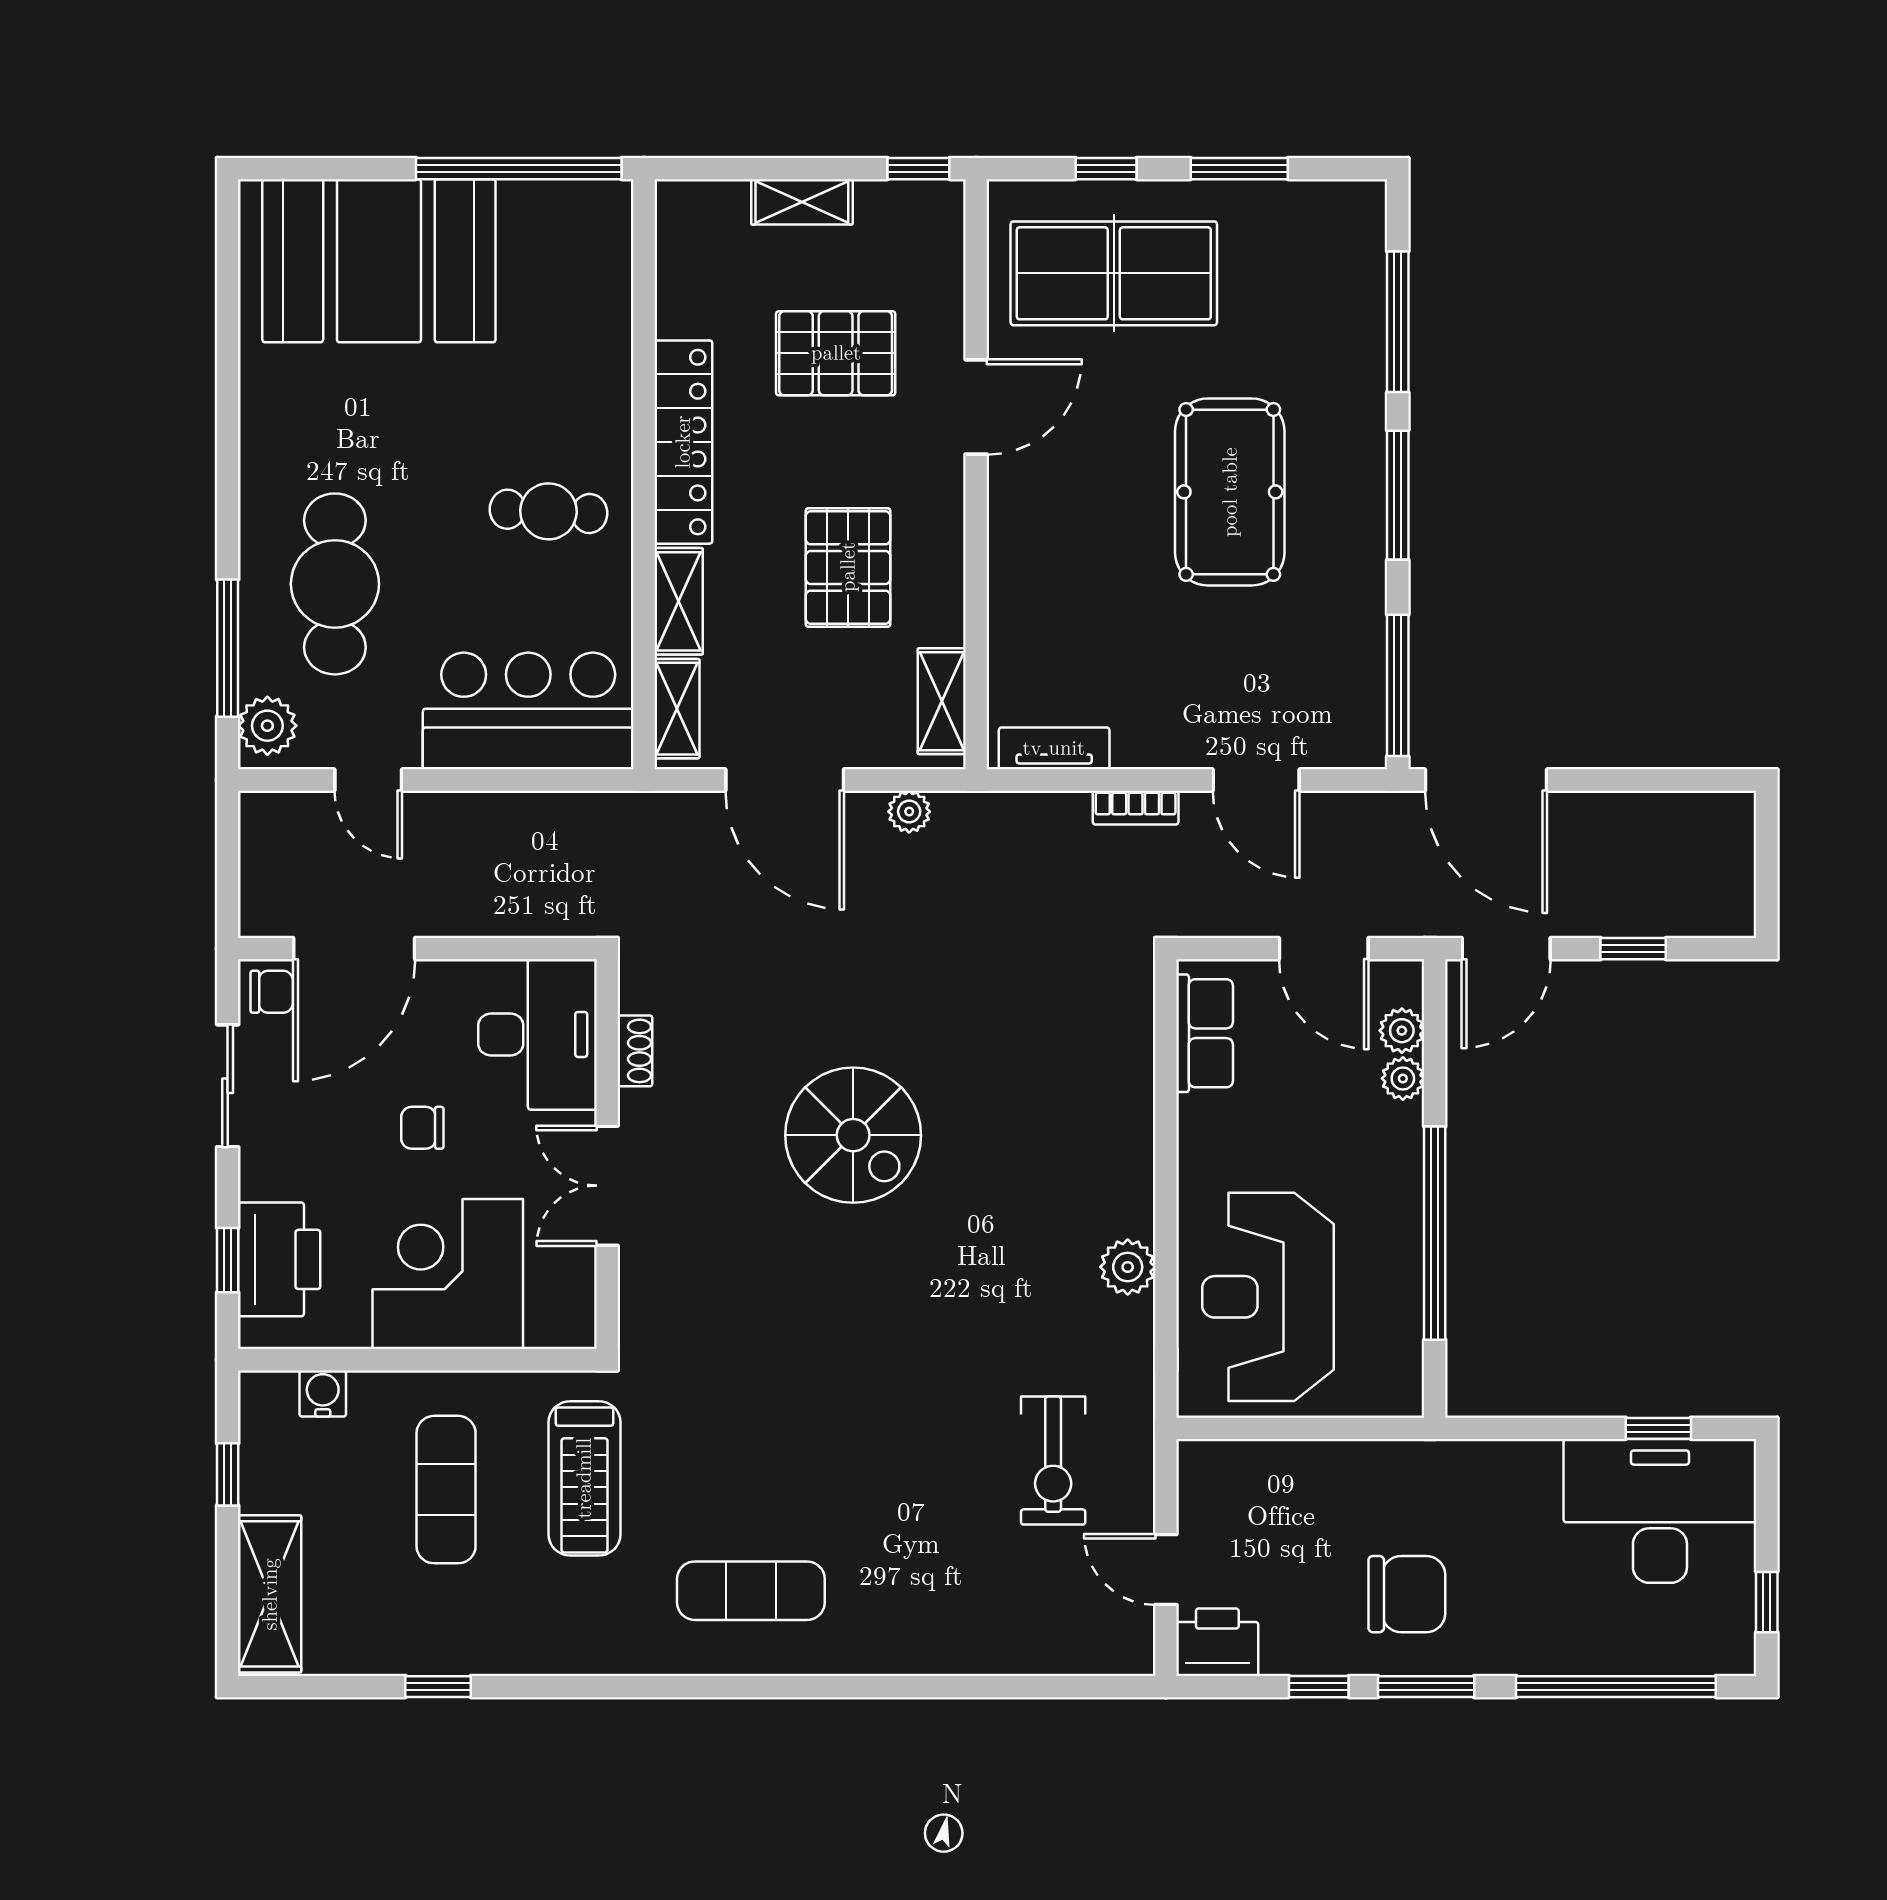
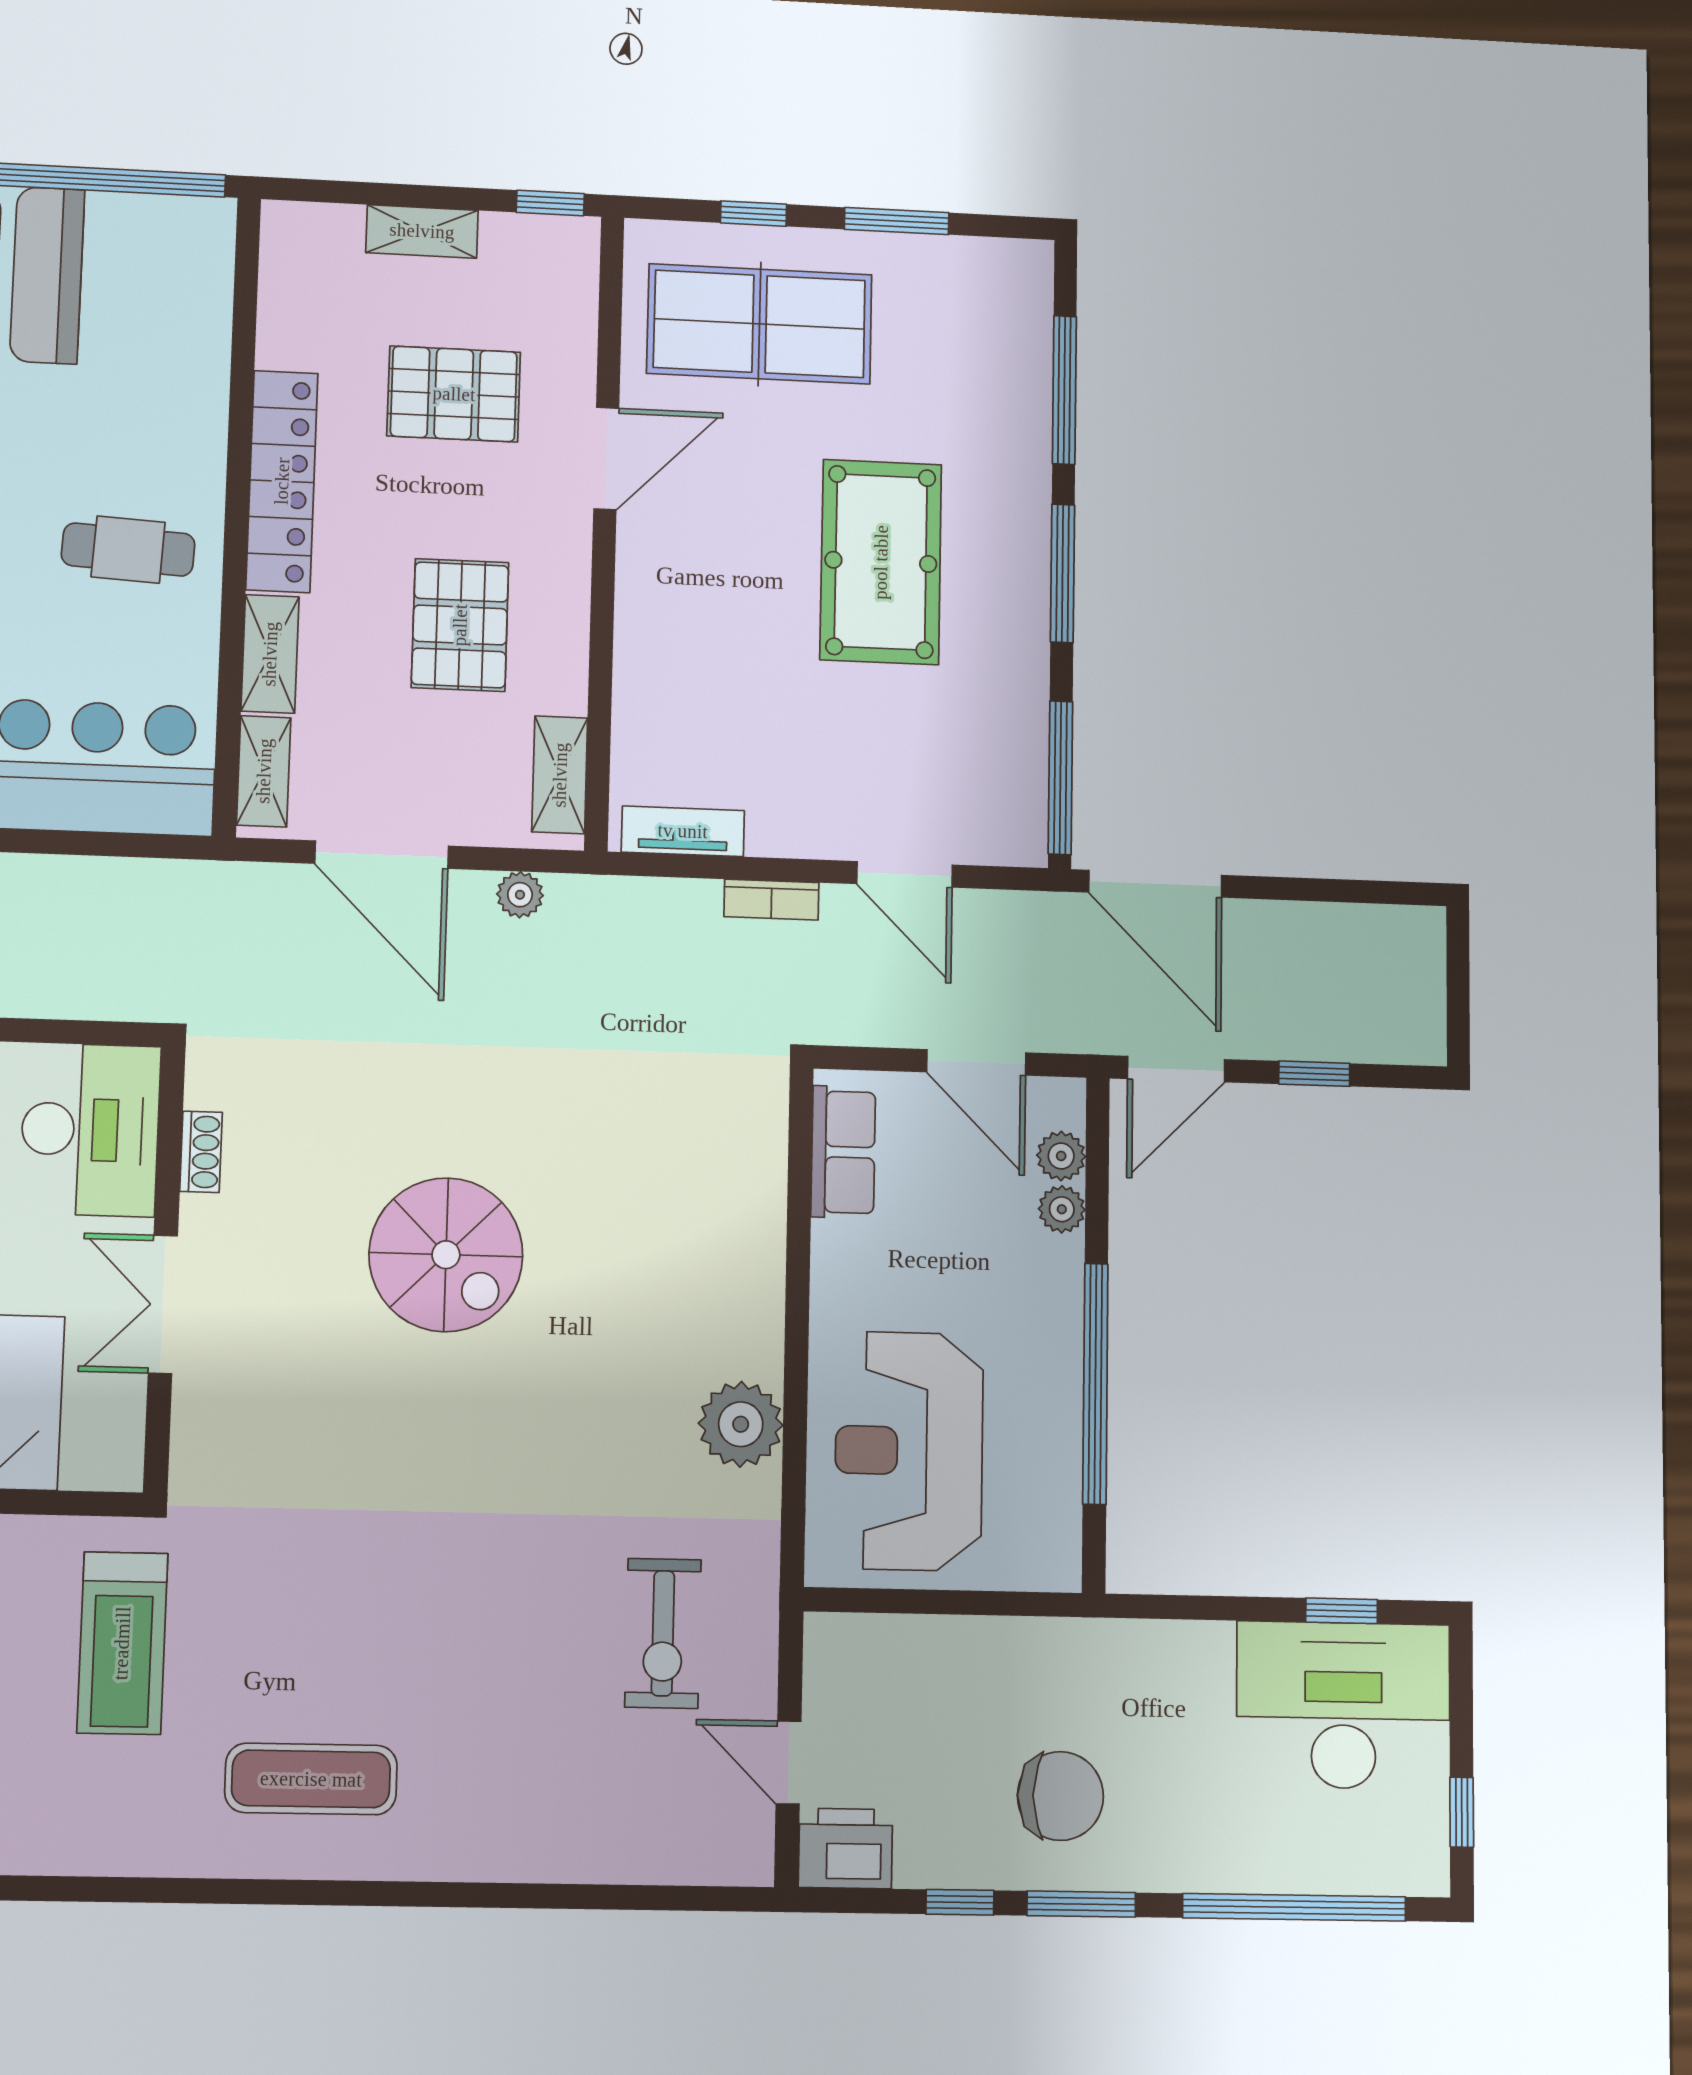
plant: (1128, 1267) -> (741, 1424), width x1.36, depth x1.36

